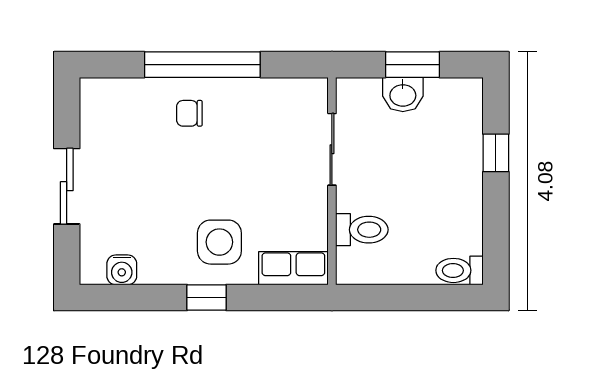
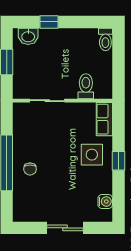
washbasin: (403, 94) -> (28, 36), moved, turned 90

